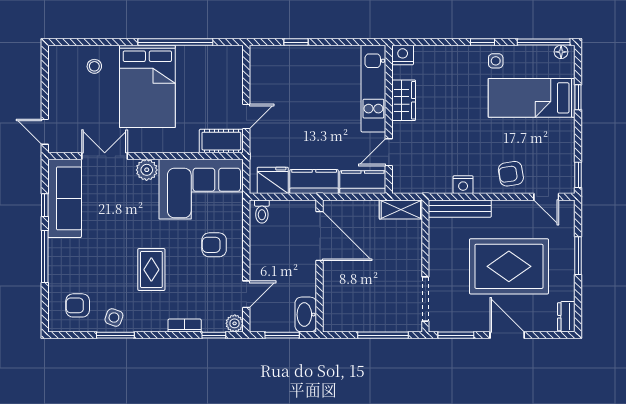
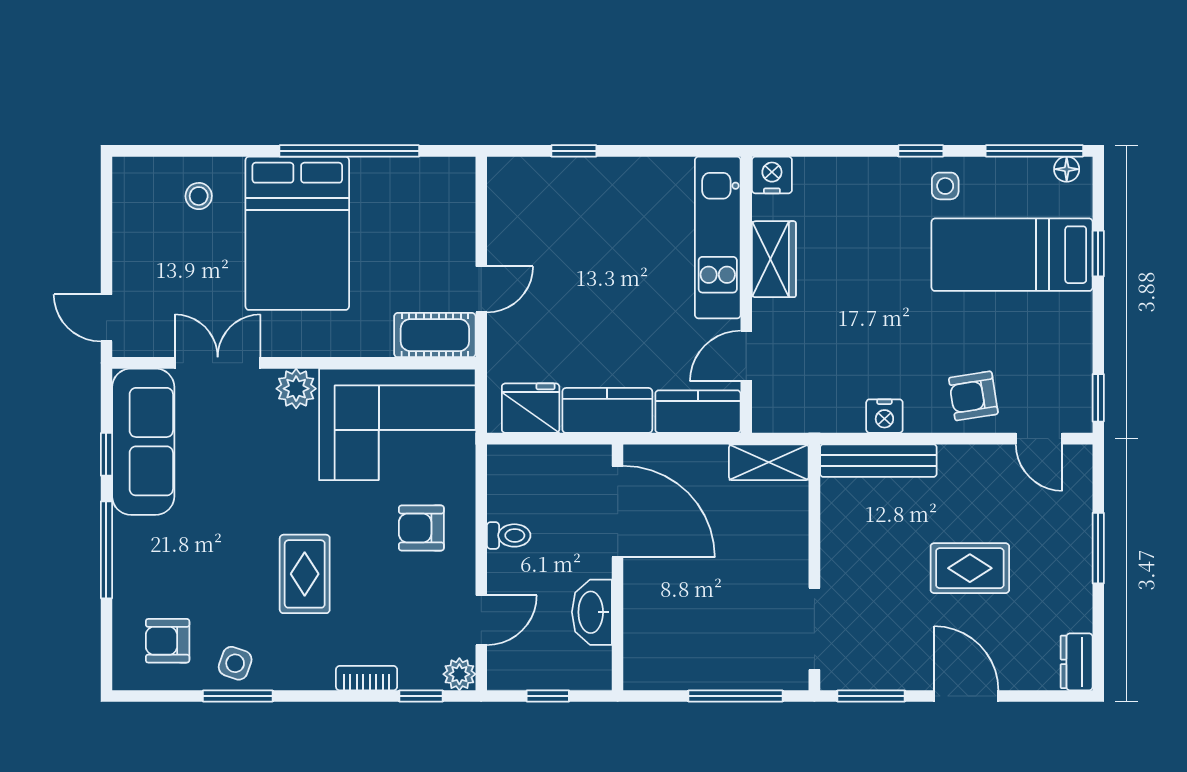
toilet: (262, 211) -> (509, 535), moved, turned -90
rug: (509, 266) -> (970, 568), width x0.54, depth x0.49
washbasin: (306, 315) -> (592, 612), moved
window: (282, 335) -> (548, 696), width x0.67

